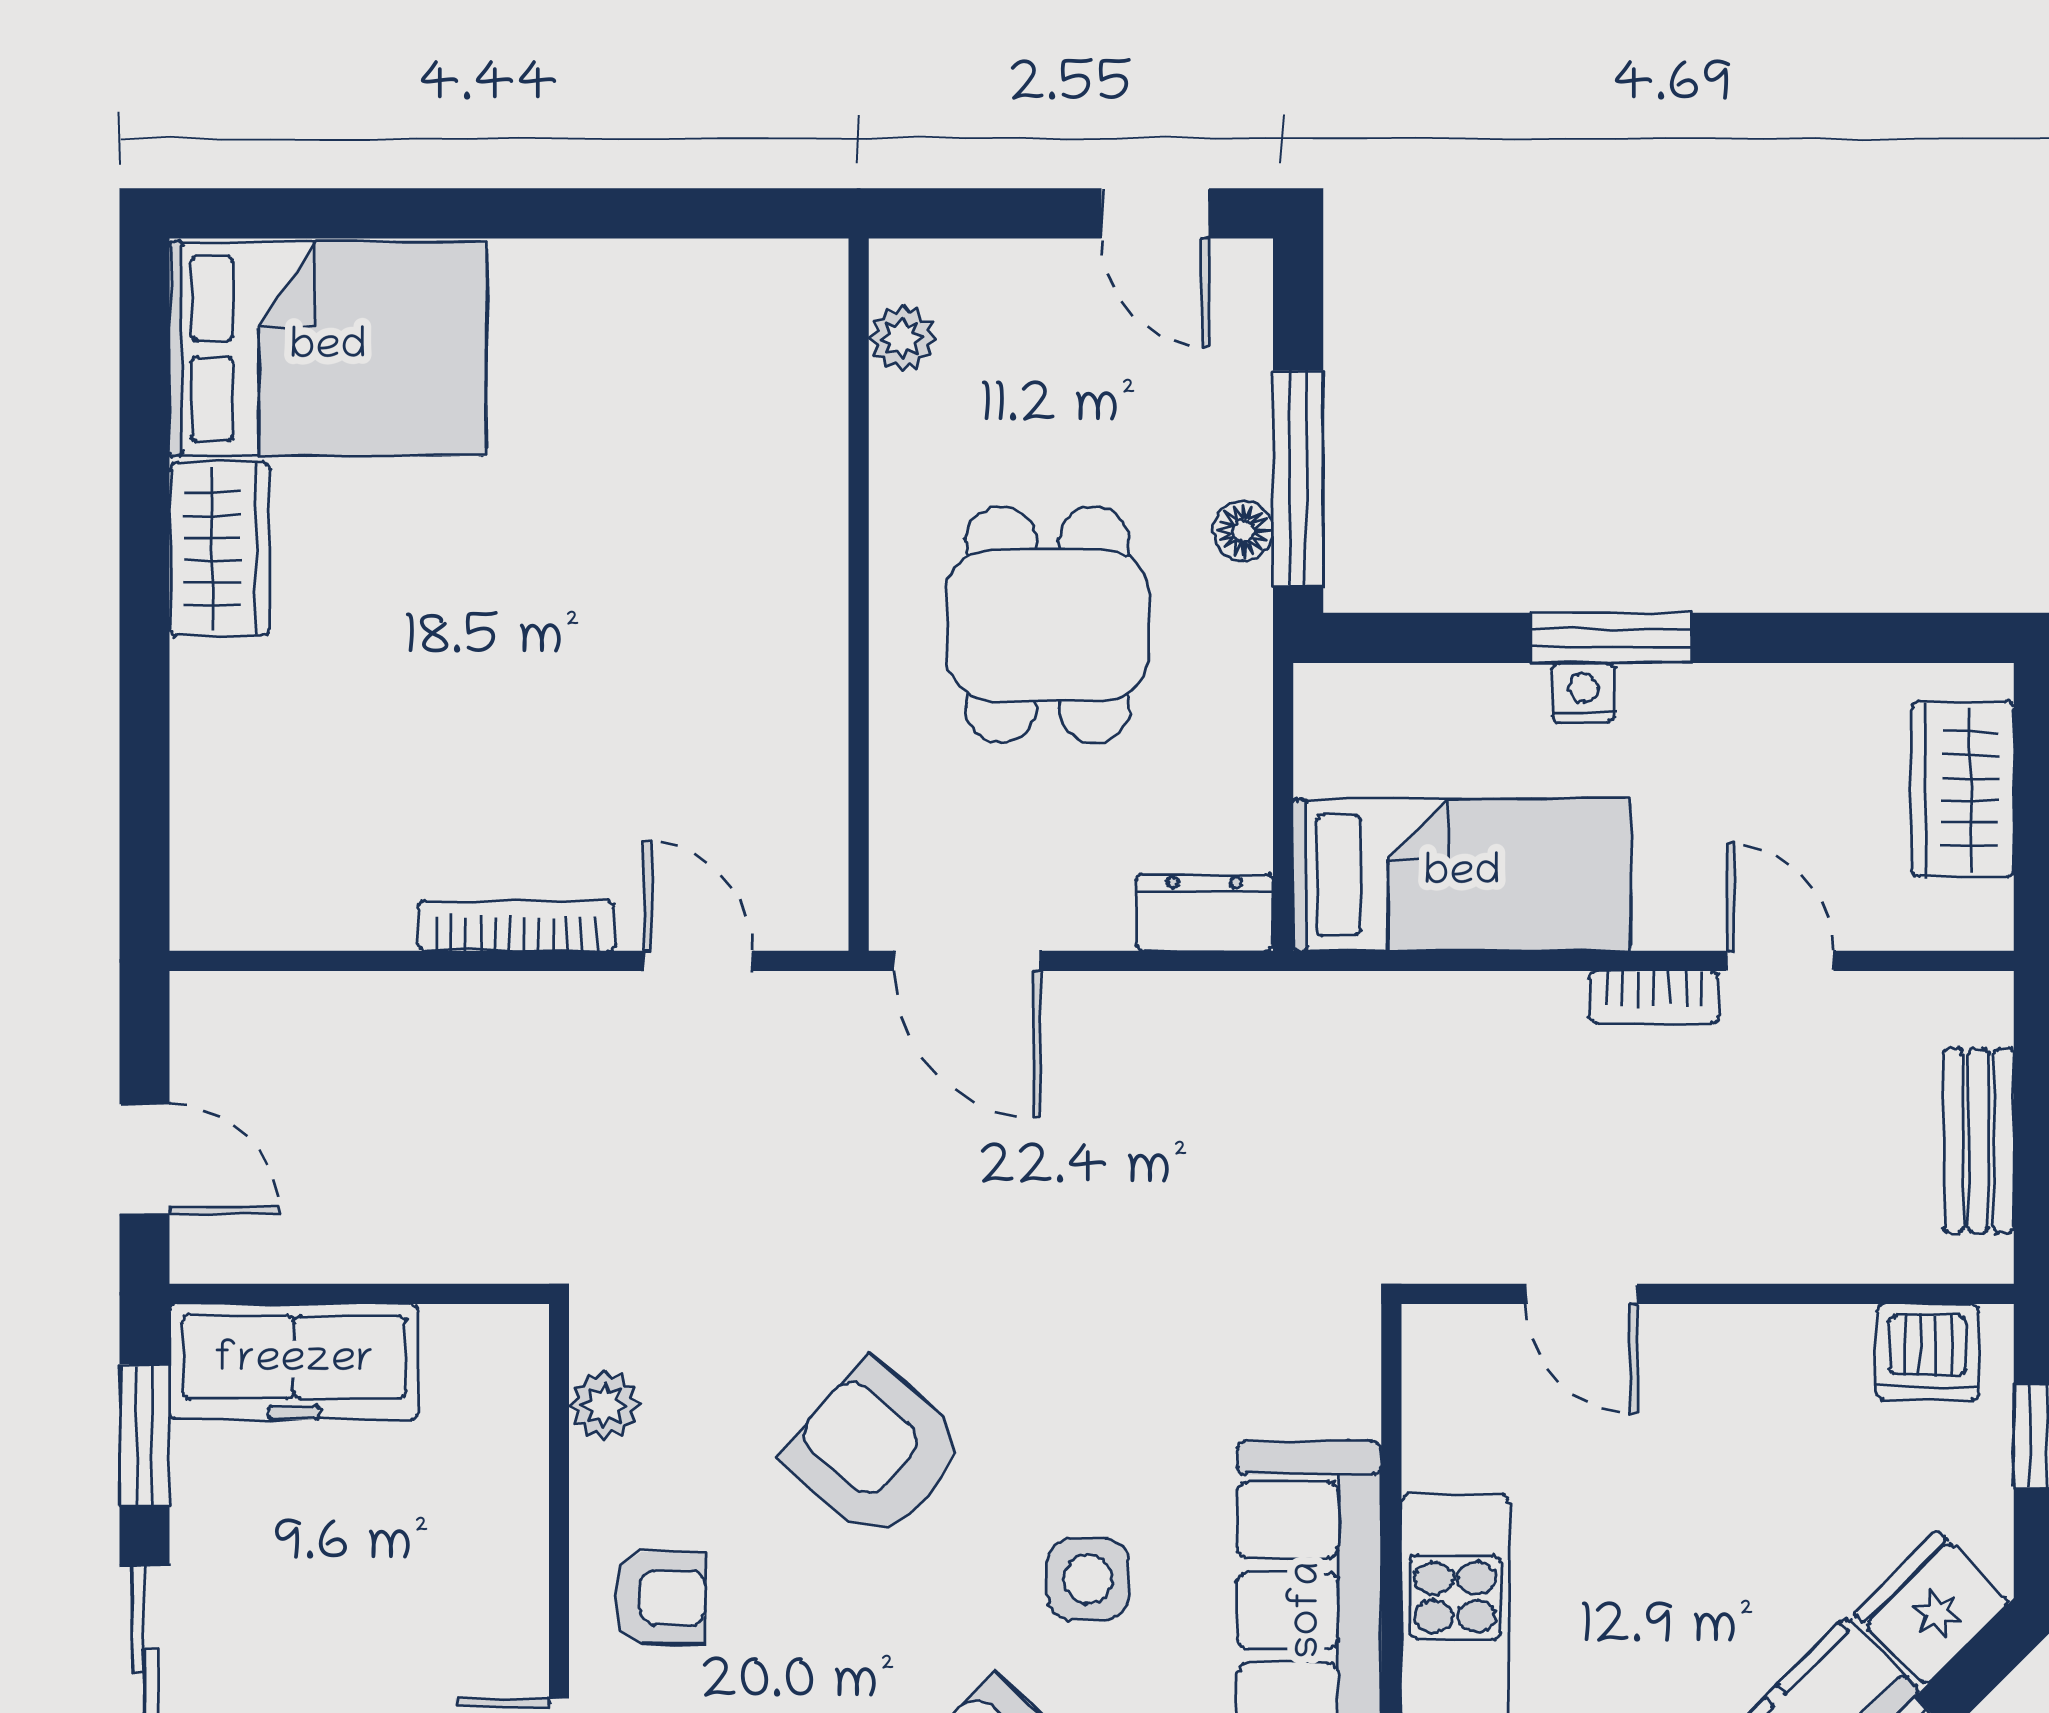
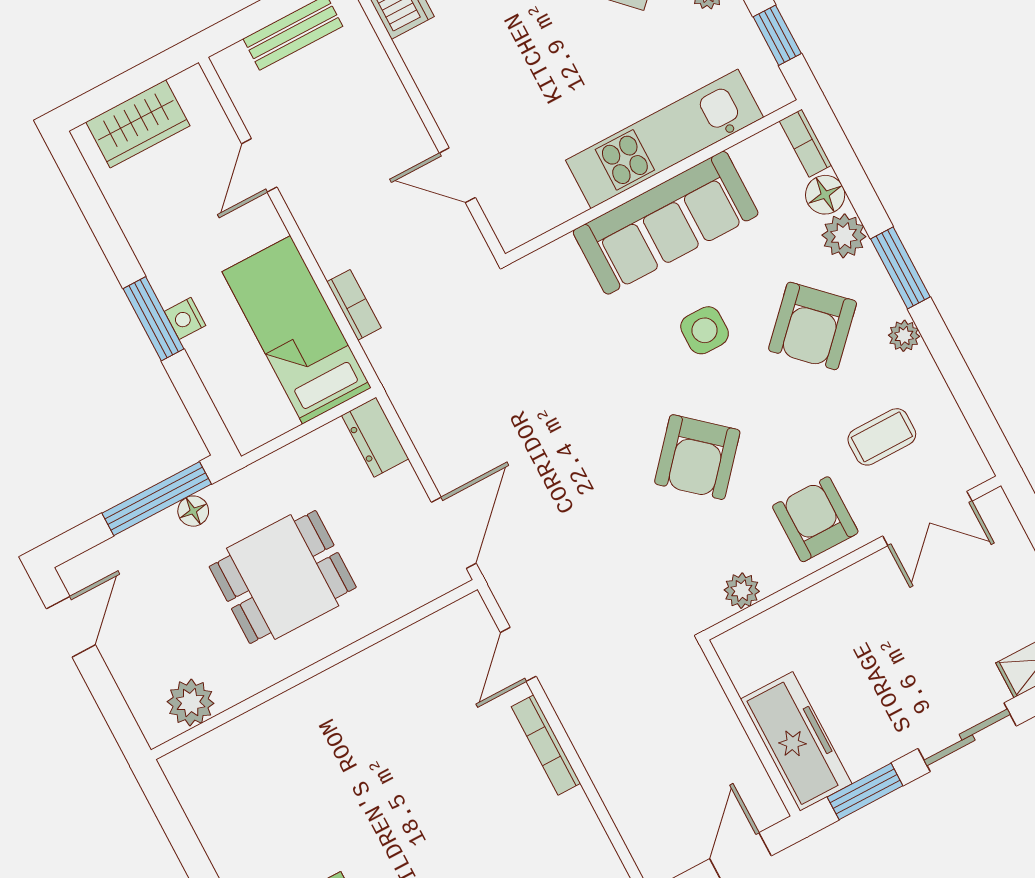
plant: (902, 338) -> (191, 703), width x1.38, depth x1.38
bookcase: (1654, 997) -> (354, 305), moved
door: (1582, 1294) -> (457, 175), swing flipped
armchair: (660, 1598) -> (815, 519), width x1.38, depth x1.38

